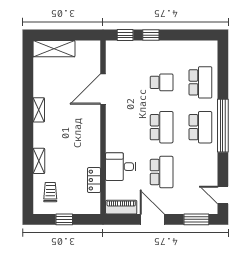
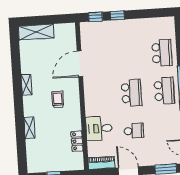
school desk: (162, 82) -> (129, 55), removed
school desk: (162, 172) -> (134, 131), width x0.54
trolley: (50, 192) -> (58, 100), moved

